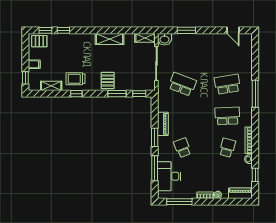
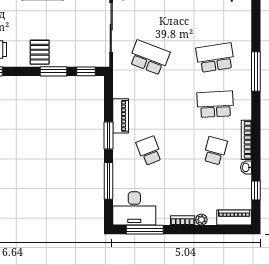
desk: (169, 176) -> (134, 208), moved, turned -90

